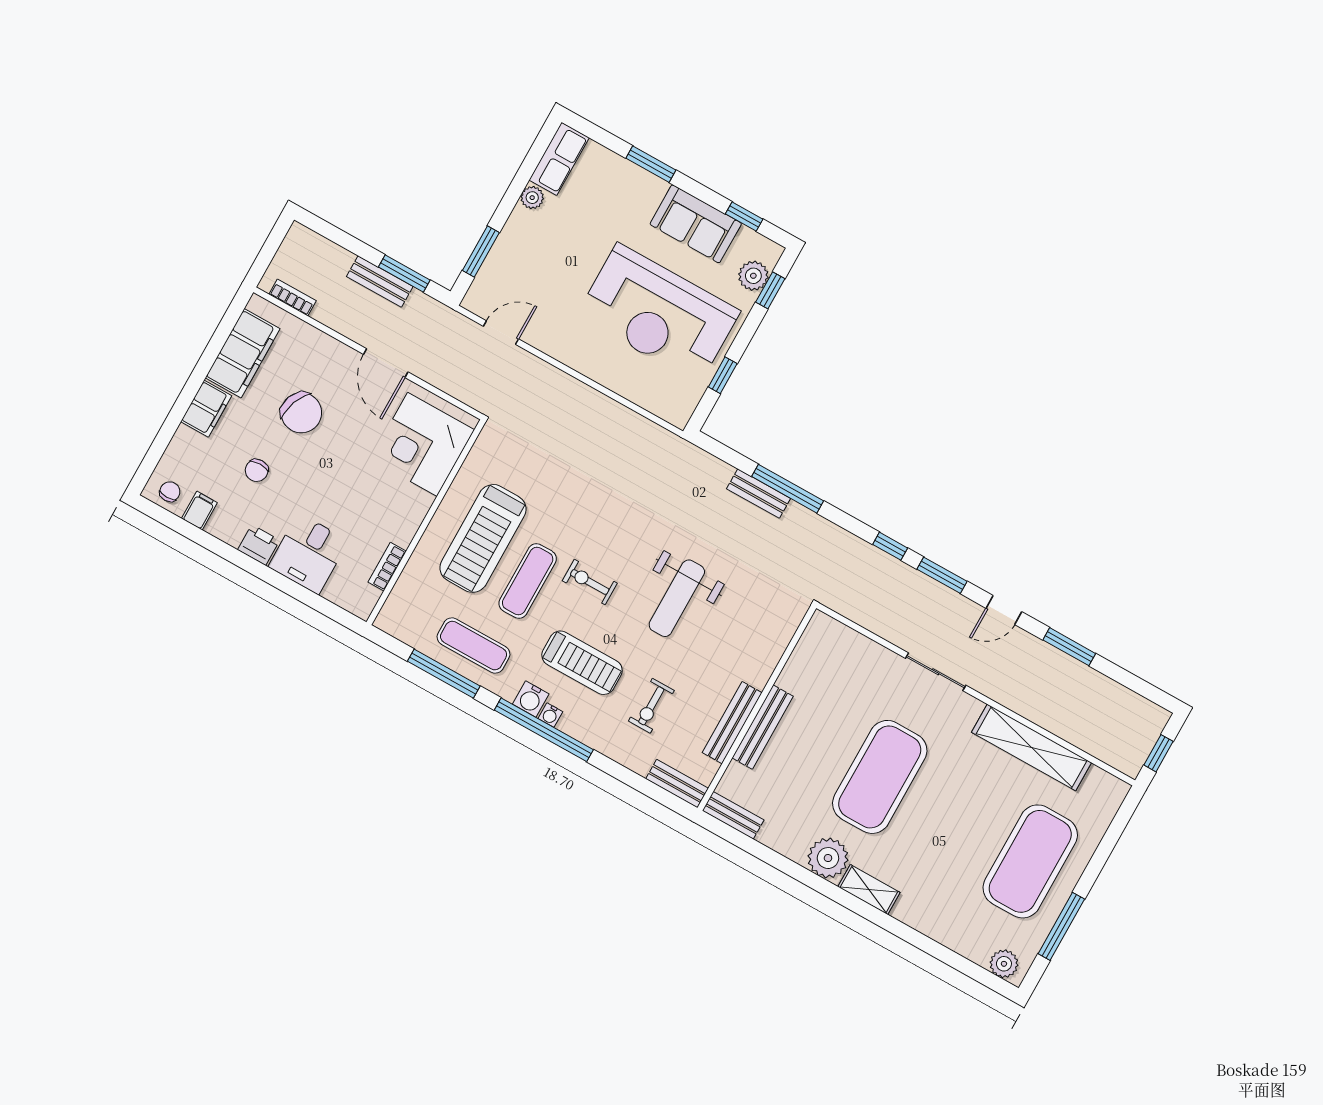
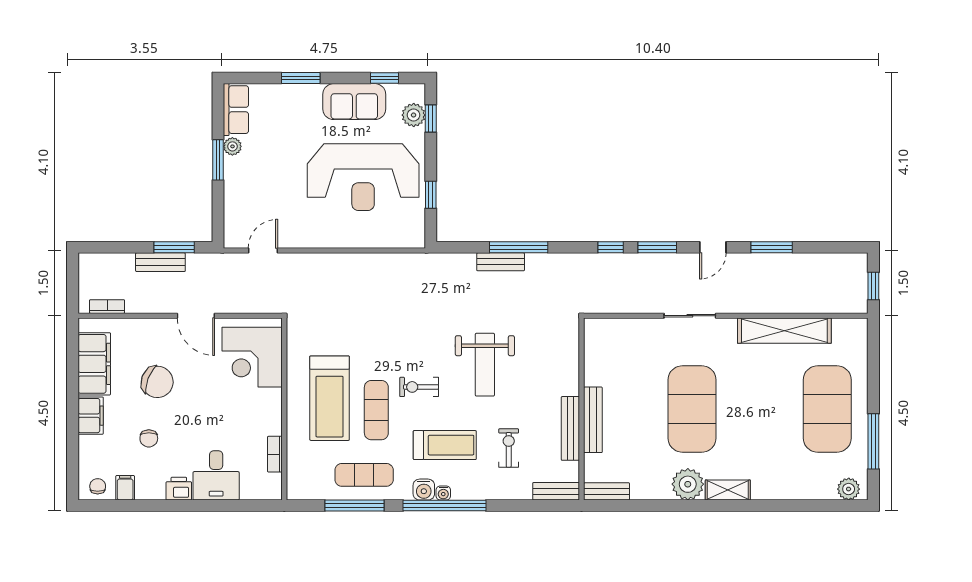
window: (481, 252) -> (218, 160), moved
exercise bike: (651, 706) -> (509, 448), turned 180

